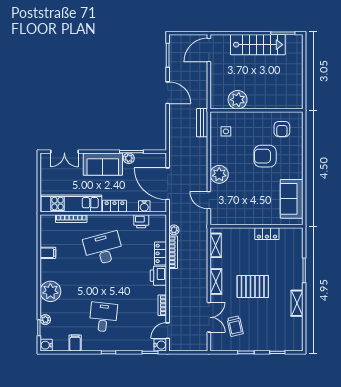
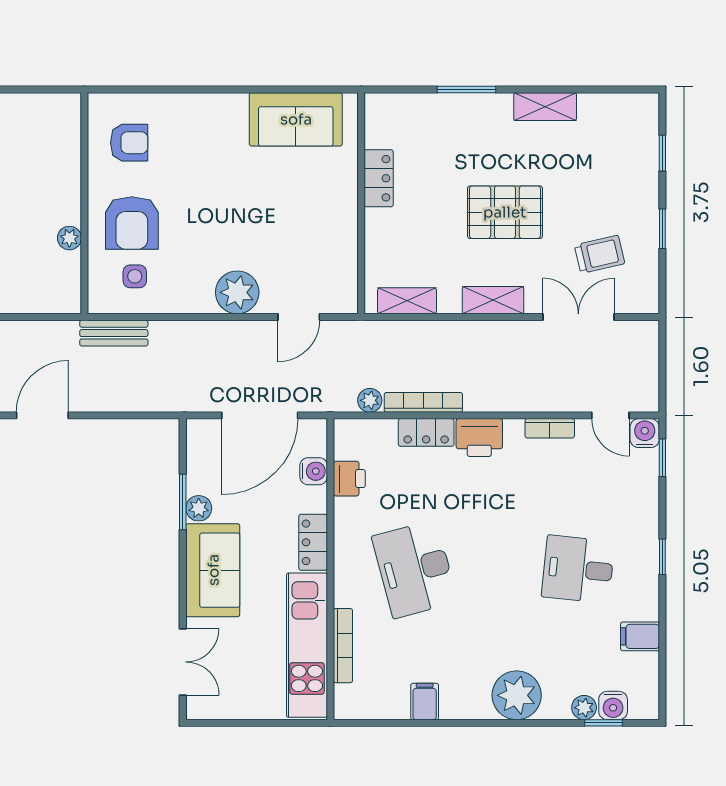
plant: (238, 100) -> (69, 238), width x0.53, depth x0.53
armchair: (265, 156) -> (132, 223), moved
pallet: (253, 286) -> (505, 212), turned 90
water cooler: (46, 345) -> (613, 705), moved

